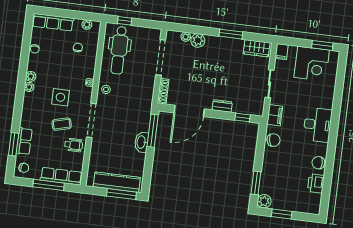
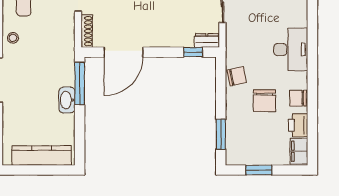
dresser: (222, 106) -> (207, 41), moved
filing cabinet: (275, 115) -> (299, 151), moved, turned 180
chair: (292, 161) -> (264, 101), added
window: (121, 194) -> (50, 170), removed
plant: (264, 201) -> (234, 157), removed

